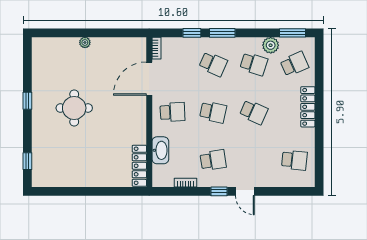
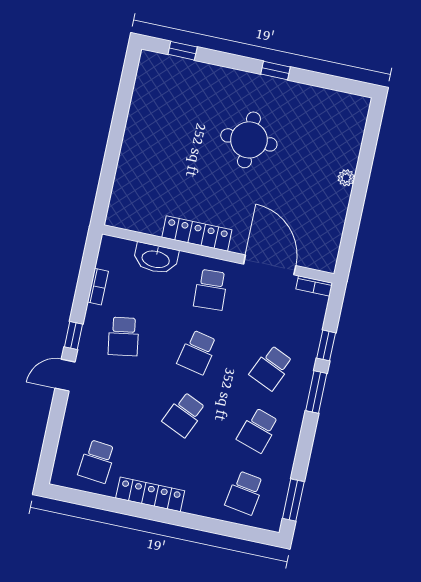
plant: (271, 45) -> (281, 462), removed
school desk: (294, 64) -> (245, 493), turned 33
locker: (308, 107) -> (150, 494), moved
locker: (139, 166) -> (197, 233), moved

